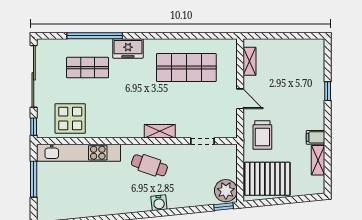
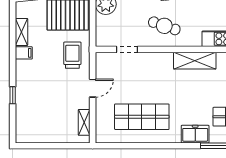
door: (240, 99) -> (93, 88), swing flipped
shelving: (160, 131) -> (195, 61), moved, width x1.50, depth x1.33
cafe table: (149, 165) -> (164, 26), moved

